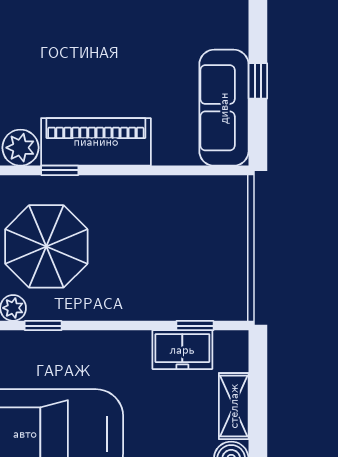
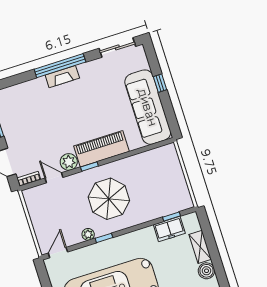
window: (258, 81) -> (160, 83), moved
sofa: (224, 108) -> (148, 107), width x1.36, depth x1.27
parasol: (46, 246) -> (109, 199), moved

